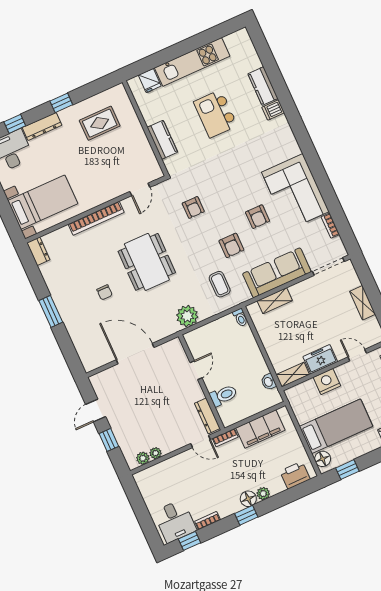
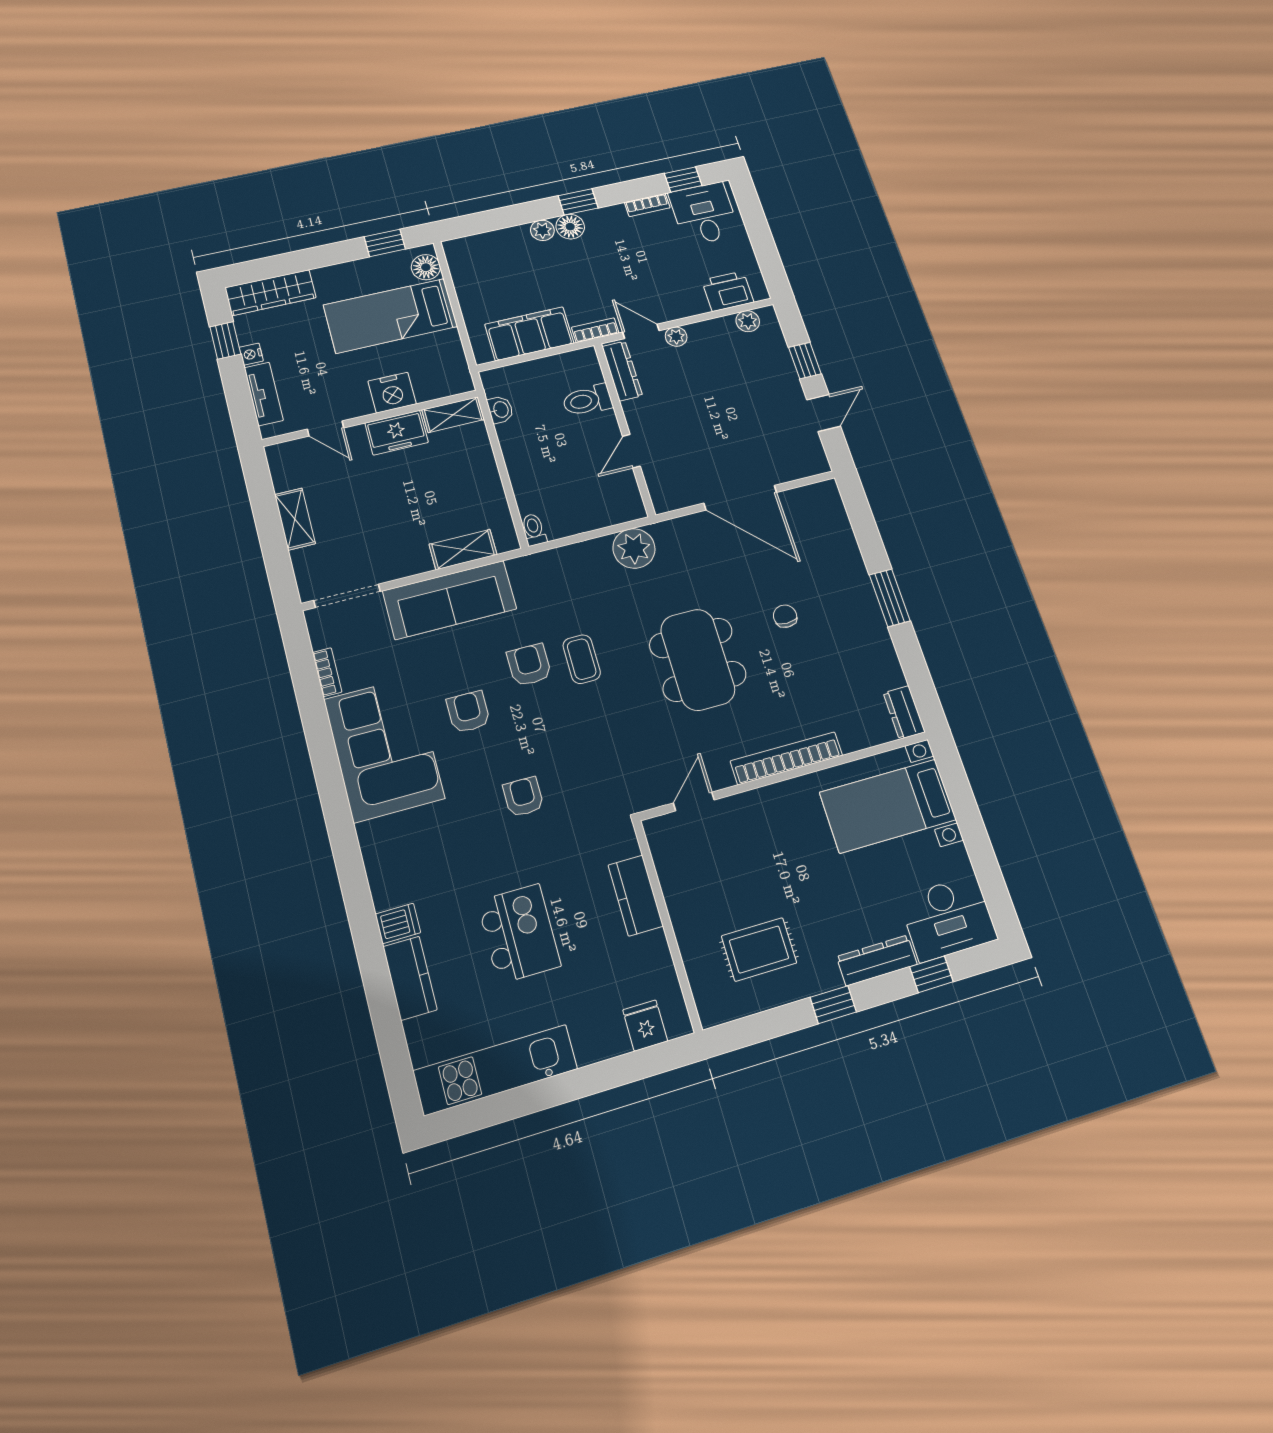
kitchen unit: (192, 62) -> (495, 1070), moved
armchair: (193, 207) -> (523, 797), moved
coffee table: (220, 284) -> (582, 659), moved
plant: (156, 453) -> (676, 337), moved
printer: (295, 475) -> (728, 291), moved, turned 180

